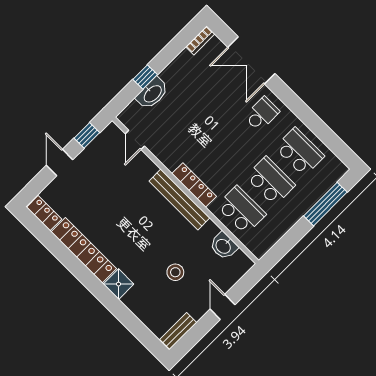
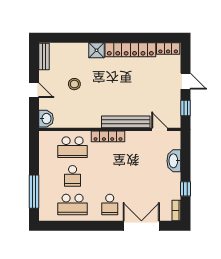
window: (145, 77) -> (185, 189), moved
school desk: (270, 181) -> (73, 176), width x0.54
bench: (179, 200) -> (126, 122), moved
washbasin: (224, 246) -> (46, 119), moved, turned 90

